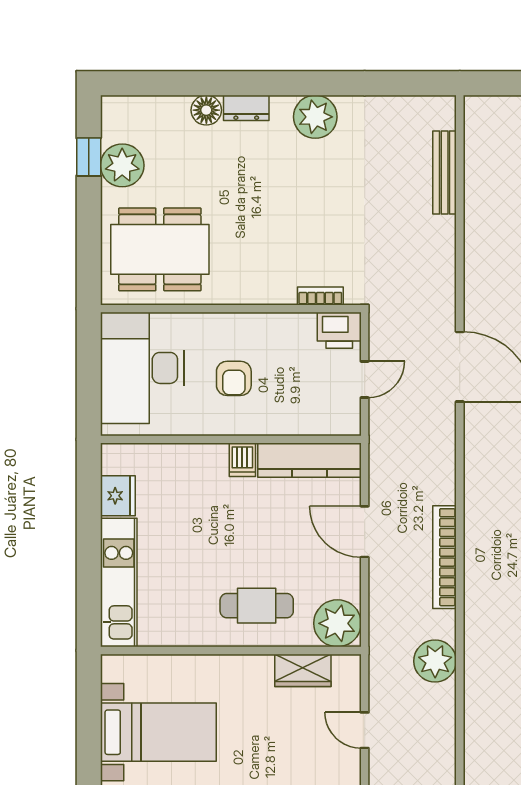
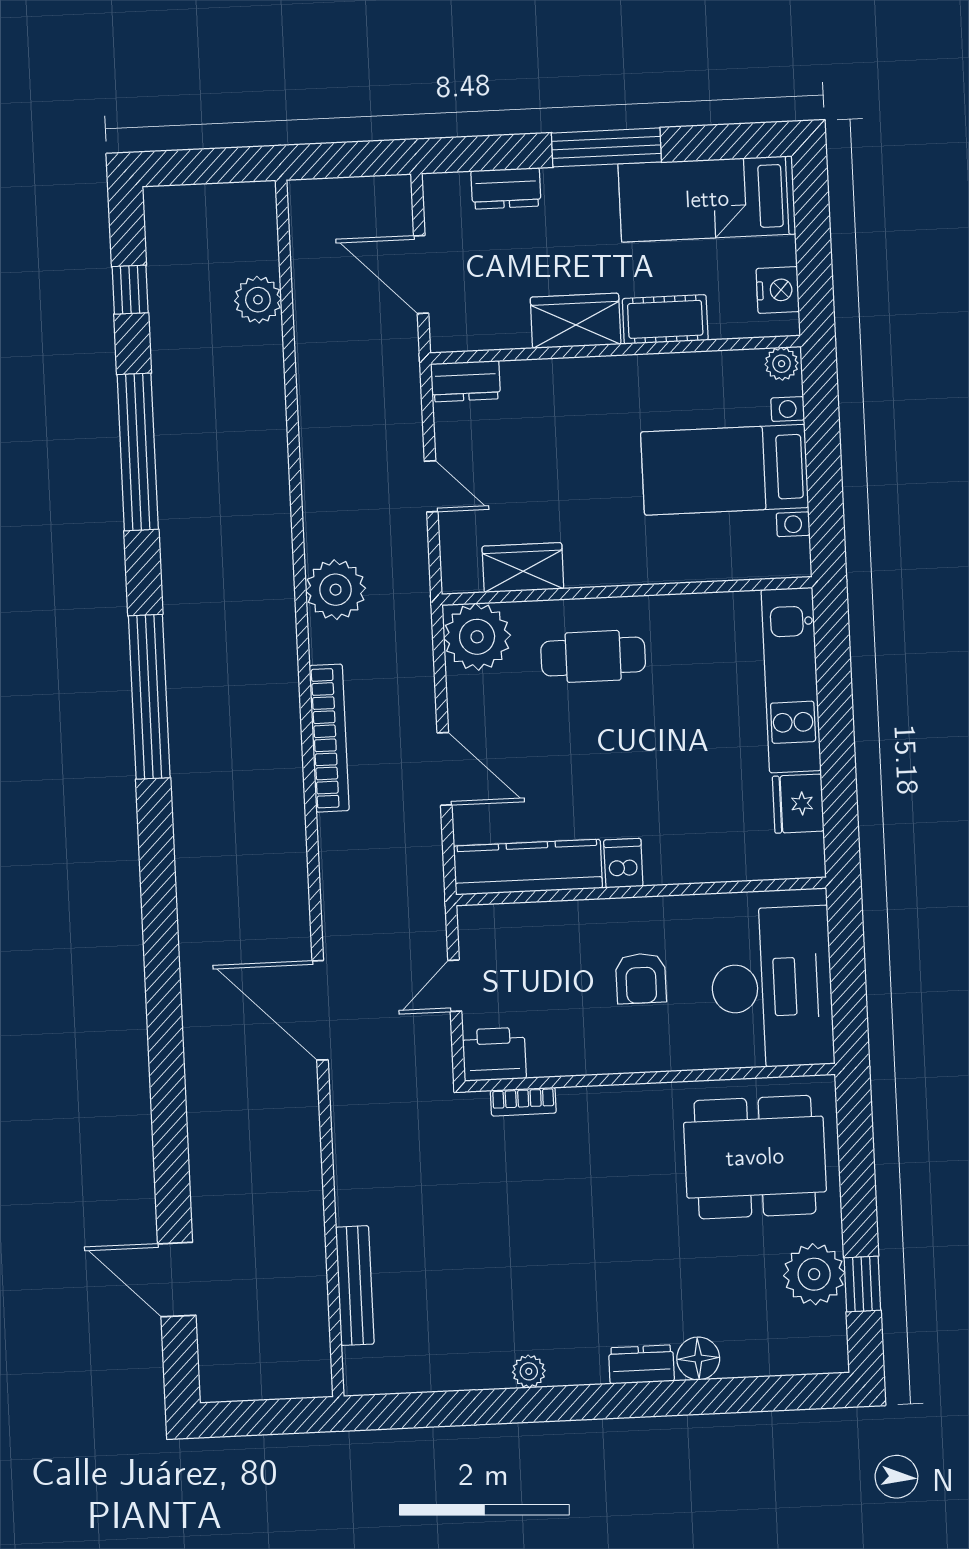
plant: (315, 117) -> (529, 1371), width x0.53, depth x0.53
armchair: (234, 378) -> (641, 978), turned 180

